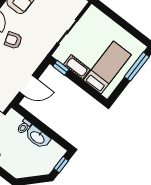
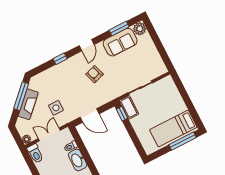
cot: (77, 67) -> (129, 107), moved
bed: (107, 67) -> (173, 129), moved, turned 180

